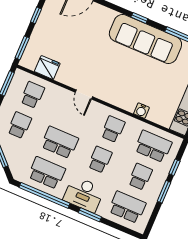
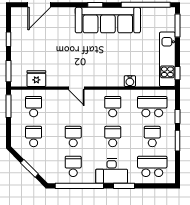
school desk: (60, 142) -> (73, 136), width x0.54
school desk: (47, 173) -> (73, 166), width x0.54

